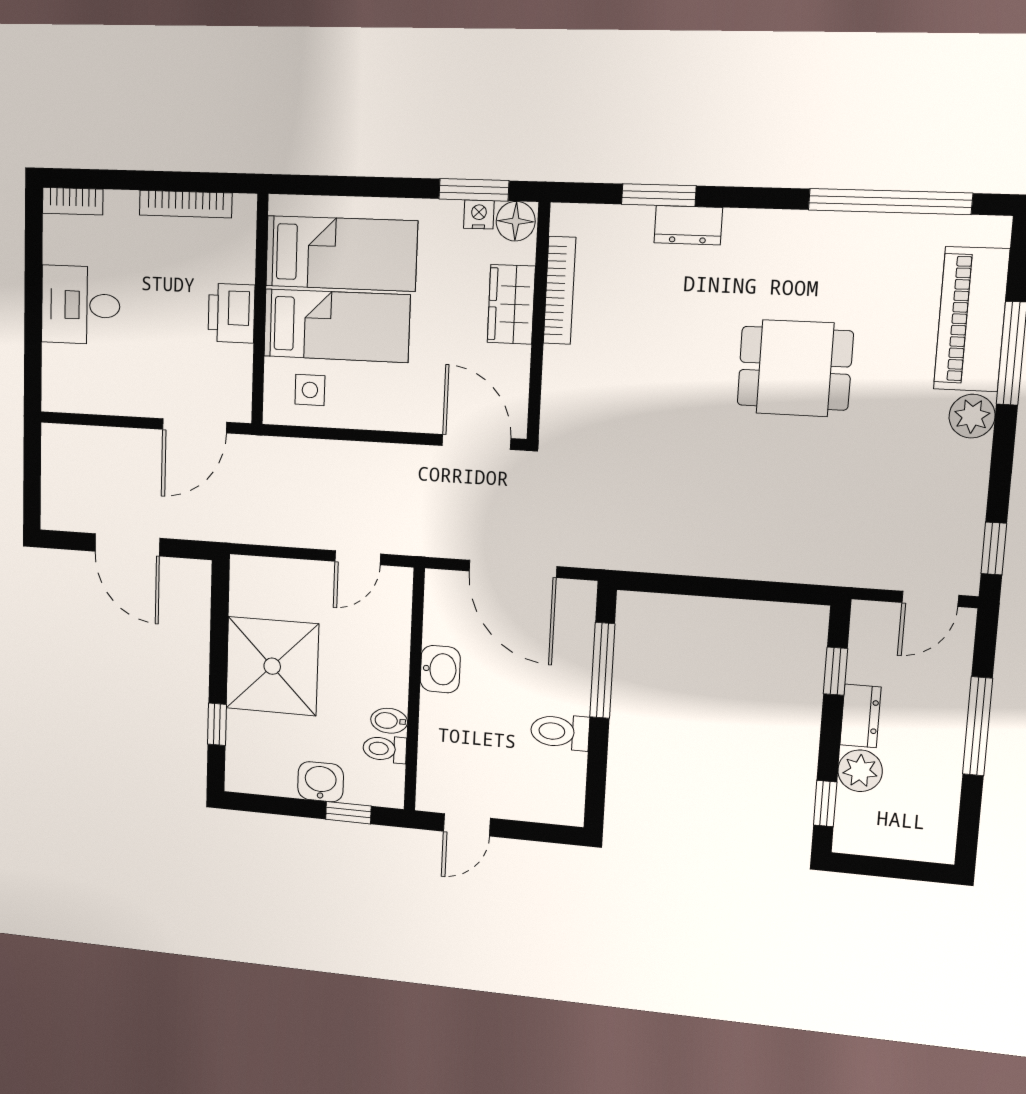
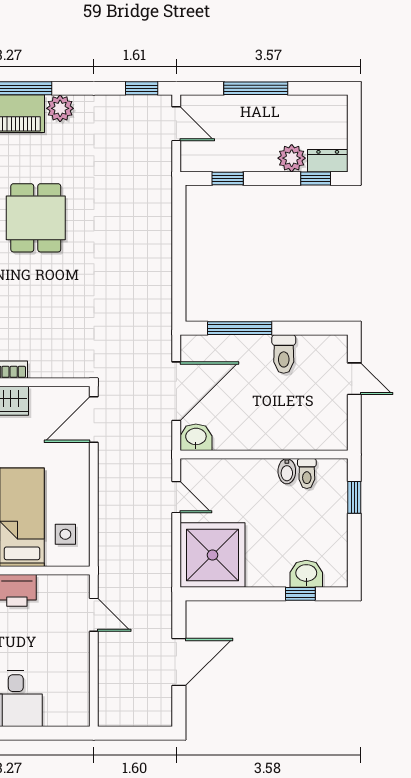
door: (194, 426) -> (94, 615), width x0.73
shower: (272, 666) -> (212, 555), moved
washbasin: (440, 669) -> (196, 437), moved
dresser: (860, 716) -> (328, 161), moved
washbasin: (321, 782) -> (306, 574), moved, turned 90
door: (467, 825) -> (354, 379), moved

